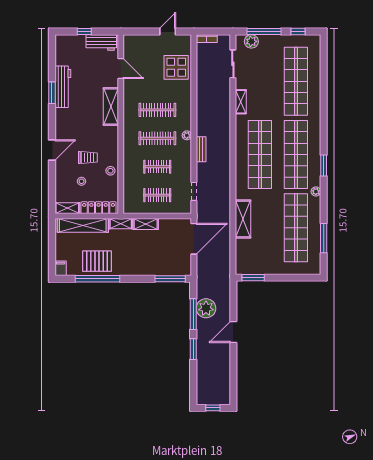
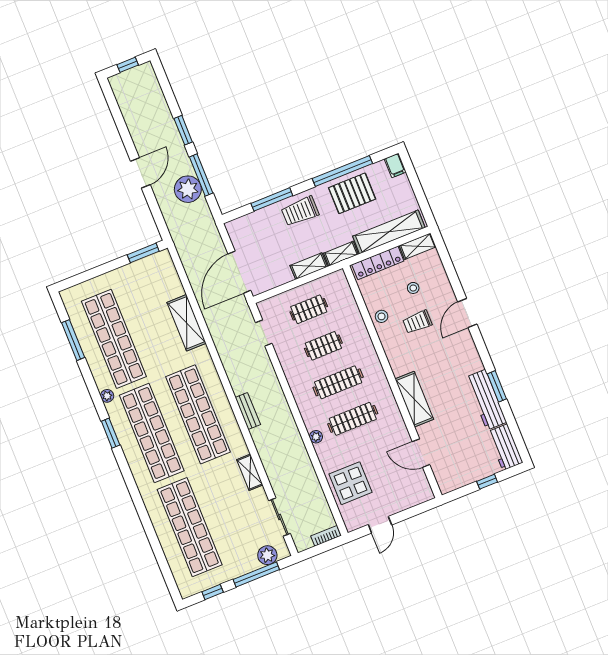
workbench: (101, 42) -> (505, 447), moved, turned -90
plant: (187, 135) -> (316, 437), moved
bench: (201, 149) -> (248, 411), moved
trolley: (137, 263) -> (300, 211), added
window: (170, 279) -> (272, 199), moved

